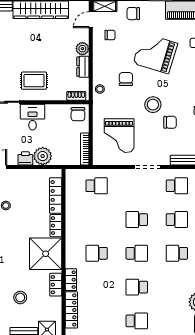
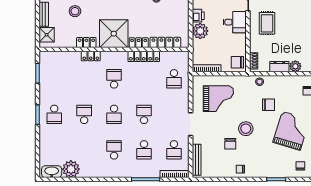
grand piano: (119, 136) -> (218, 99), turned 180
locker: (71, 310) -> (144, 56), moved

